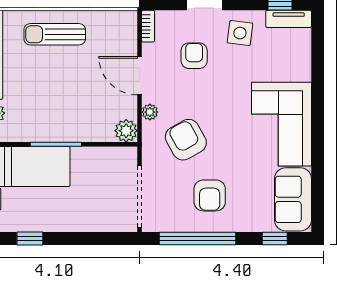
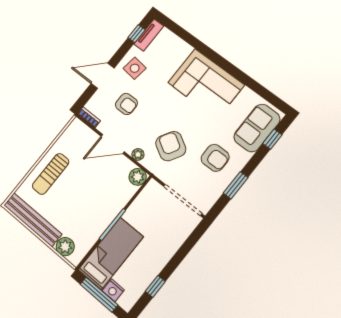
armchair: (194, 56) -> (126, 104), turned 180
armchair: (186, 140) -> (171, 146), turned 59
sofa: (293, 199) -> (257, 128), moved, turned 90
window: (198, 238) -> (236, 185), width x0.47

